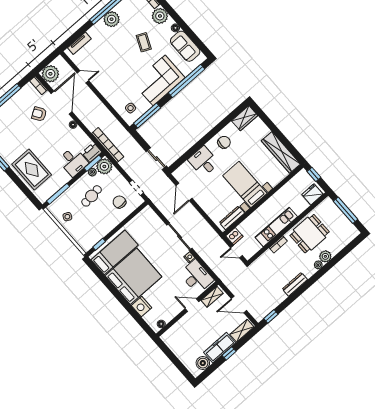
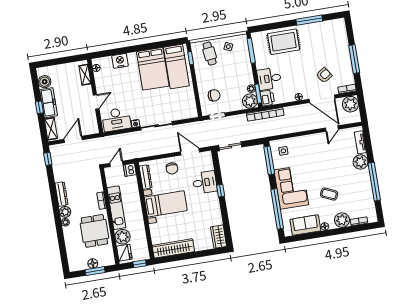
plant: (112, 19) -> (361, 162), moved
window: (202, 142) -> (221, 191), added
chair: (224, 142) -> (172, 168), moved
cafe table: (92, 196) -> (210, 54), moved
plant: (299, 205) -> (123, 237), added
window: (345, 210) -> (95, 271), width x0.69
floor lamp: (340, 217) -> (93, 263), added
plant: (325, 256) -> (65, 212), moved
bed: (133, 276) -> (153, 69), width x0.73
shelving: (212, 297) -> (85, 75), moved

